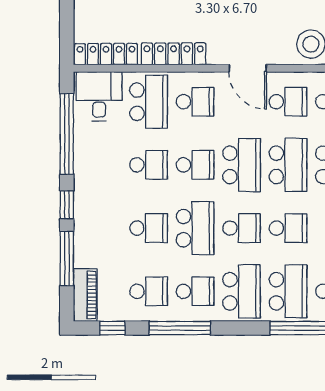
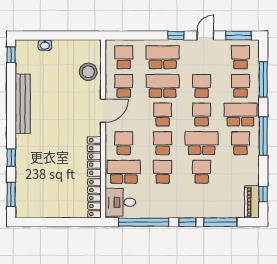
school desk: (242, 165) -> (163, 115), width x0.54
school desk: (149, 291) -> (241, 172), removed
school desk: (288, 291) -> (241, 86), width x0.54
piano: (85, 295) -> (252, 202), moved, turned -90
window: (180, 328) -> (263, 136), moved

